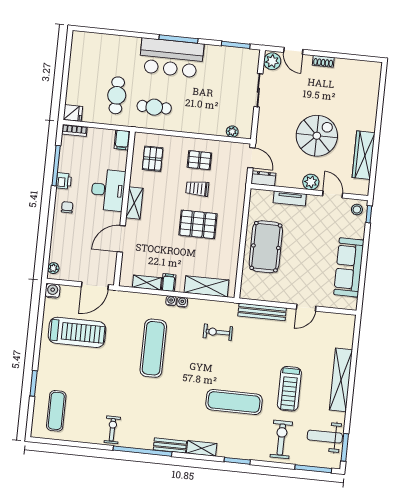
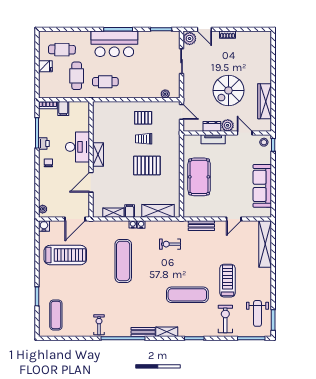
cafe table: (101, 58) -> (62, 50), added
fridge: (73, 113) -> (45, 66), moved
spiral stairs: (317, 136) -> (228, 90), turned 180
filing cabinet: (122, 140) -> (63, 109), moved
pallet: (153, 159) -> (108, 120), removed
dresser: (263, 178) -> (212, 126), moved
bench: (262, 312) -> (201, 226), width x0.73
shelving: (341, 380) -> (265, 244), moved
treadmill: (289, 389) -> (227, 281), turned 180
weight bench: (325, 437) -> (257, 313), turned -90

